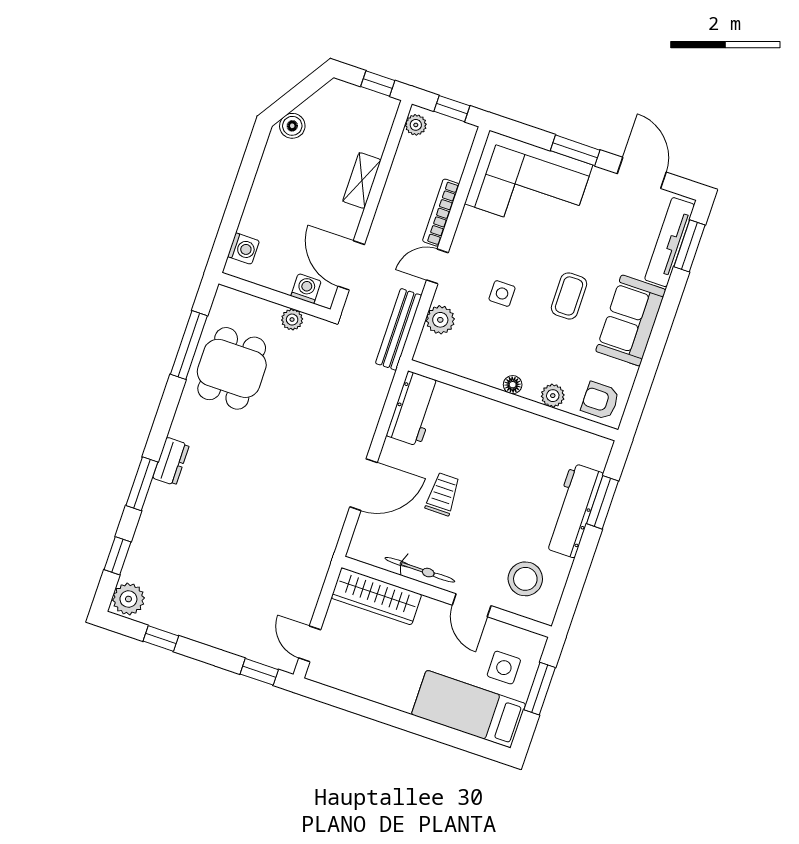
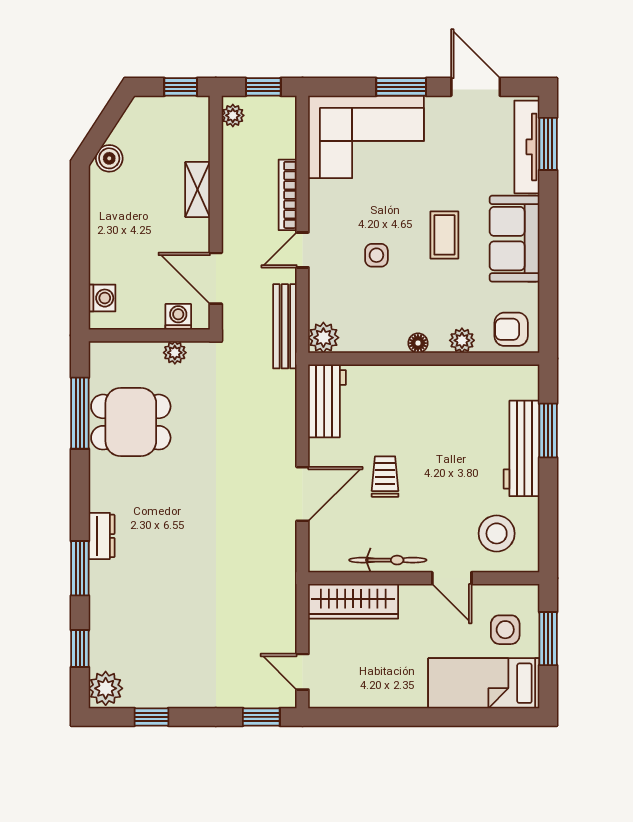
plant: (440, 320) -> (323, 338), moved
dining table: (232, 368) -> (131, 422), turned 90

